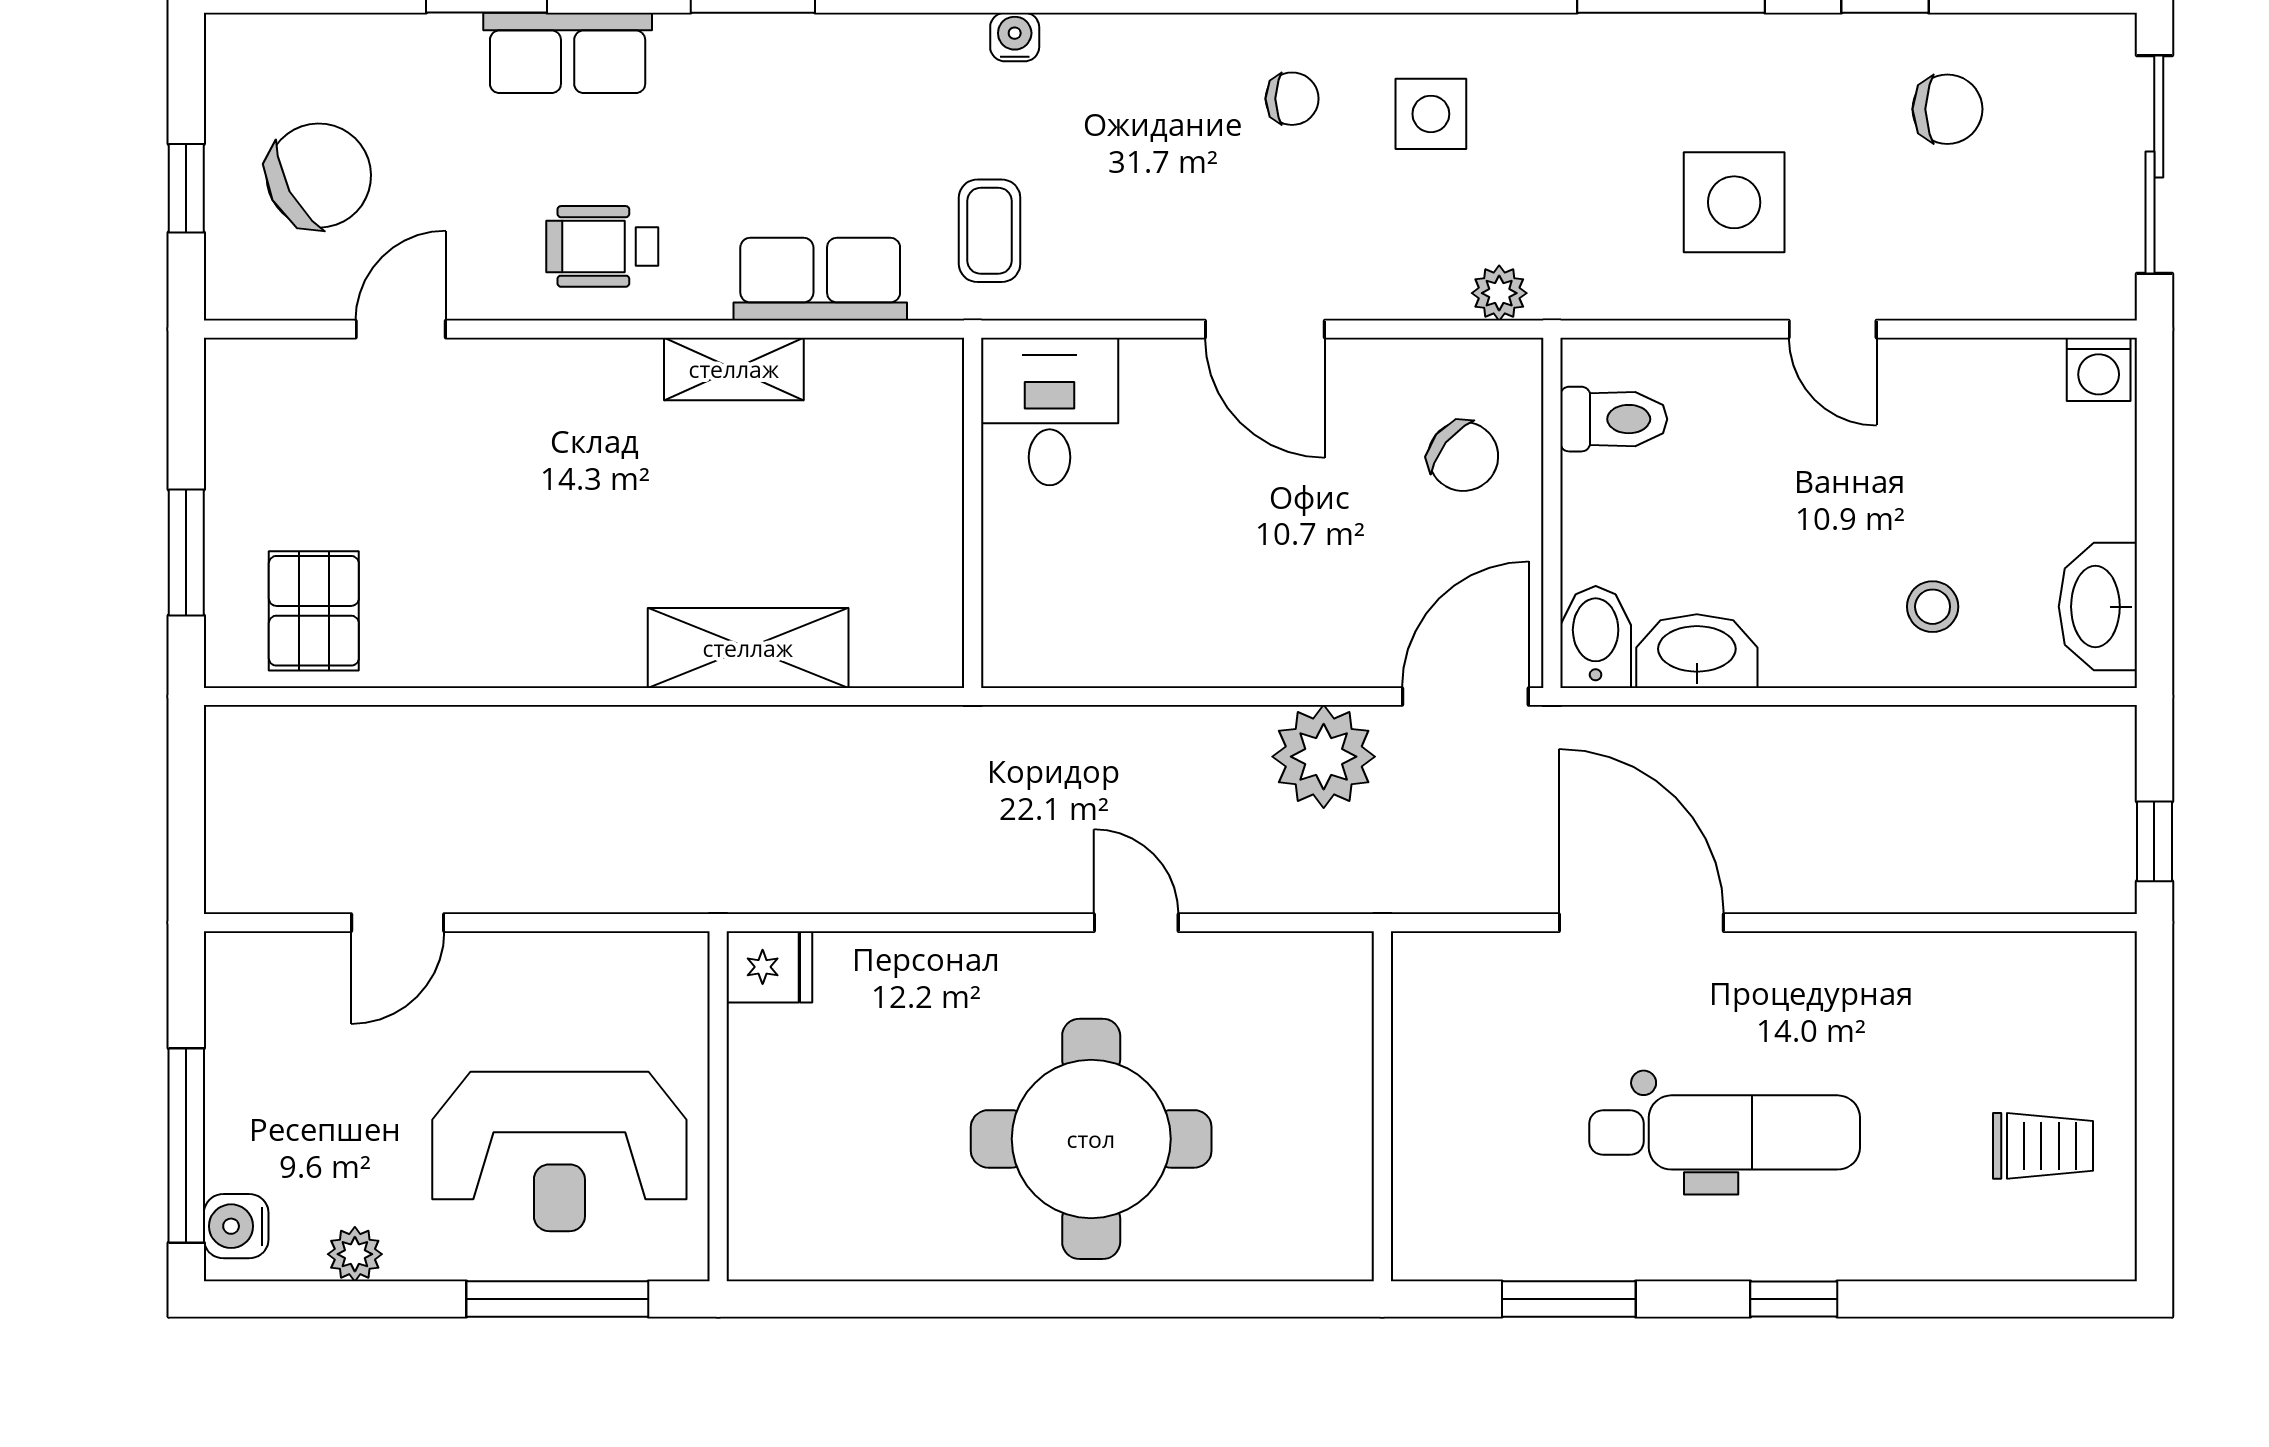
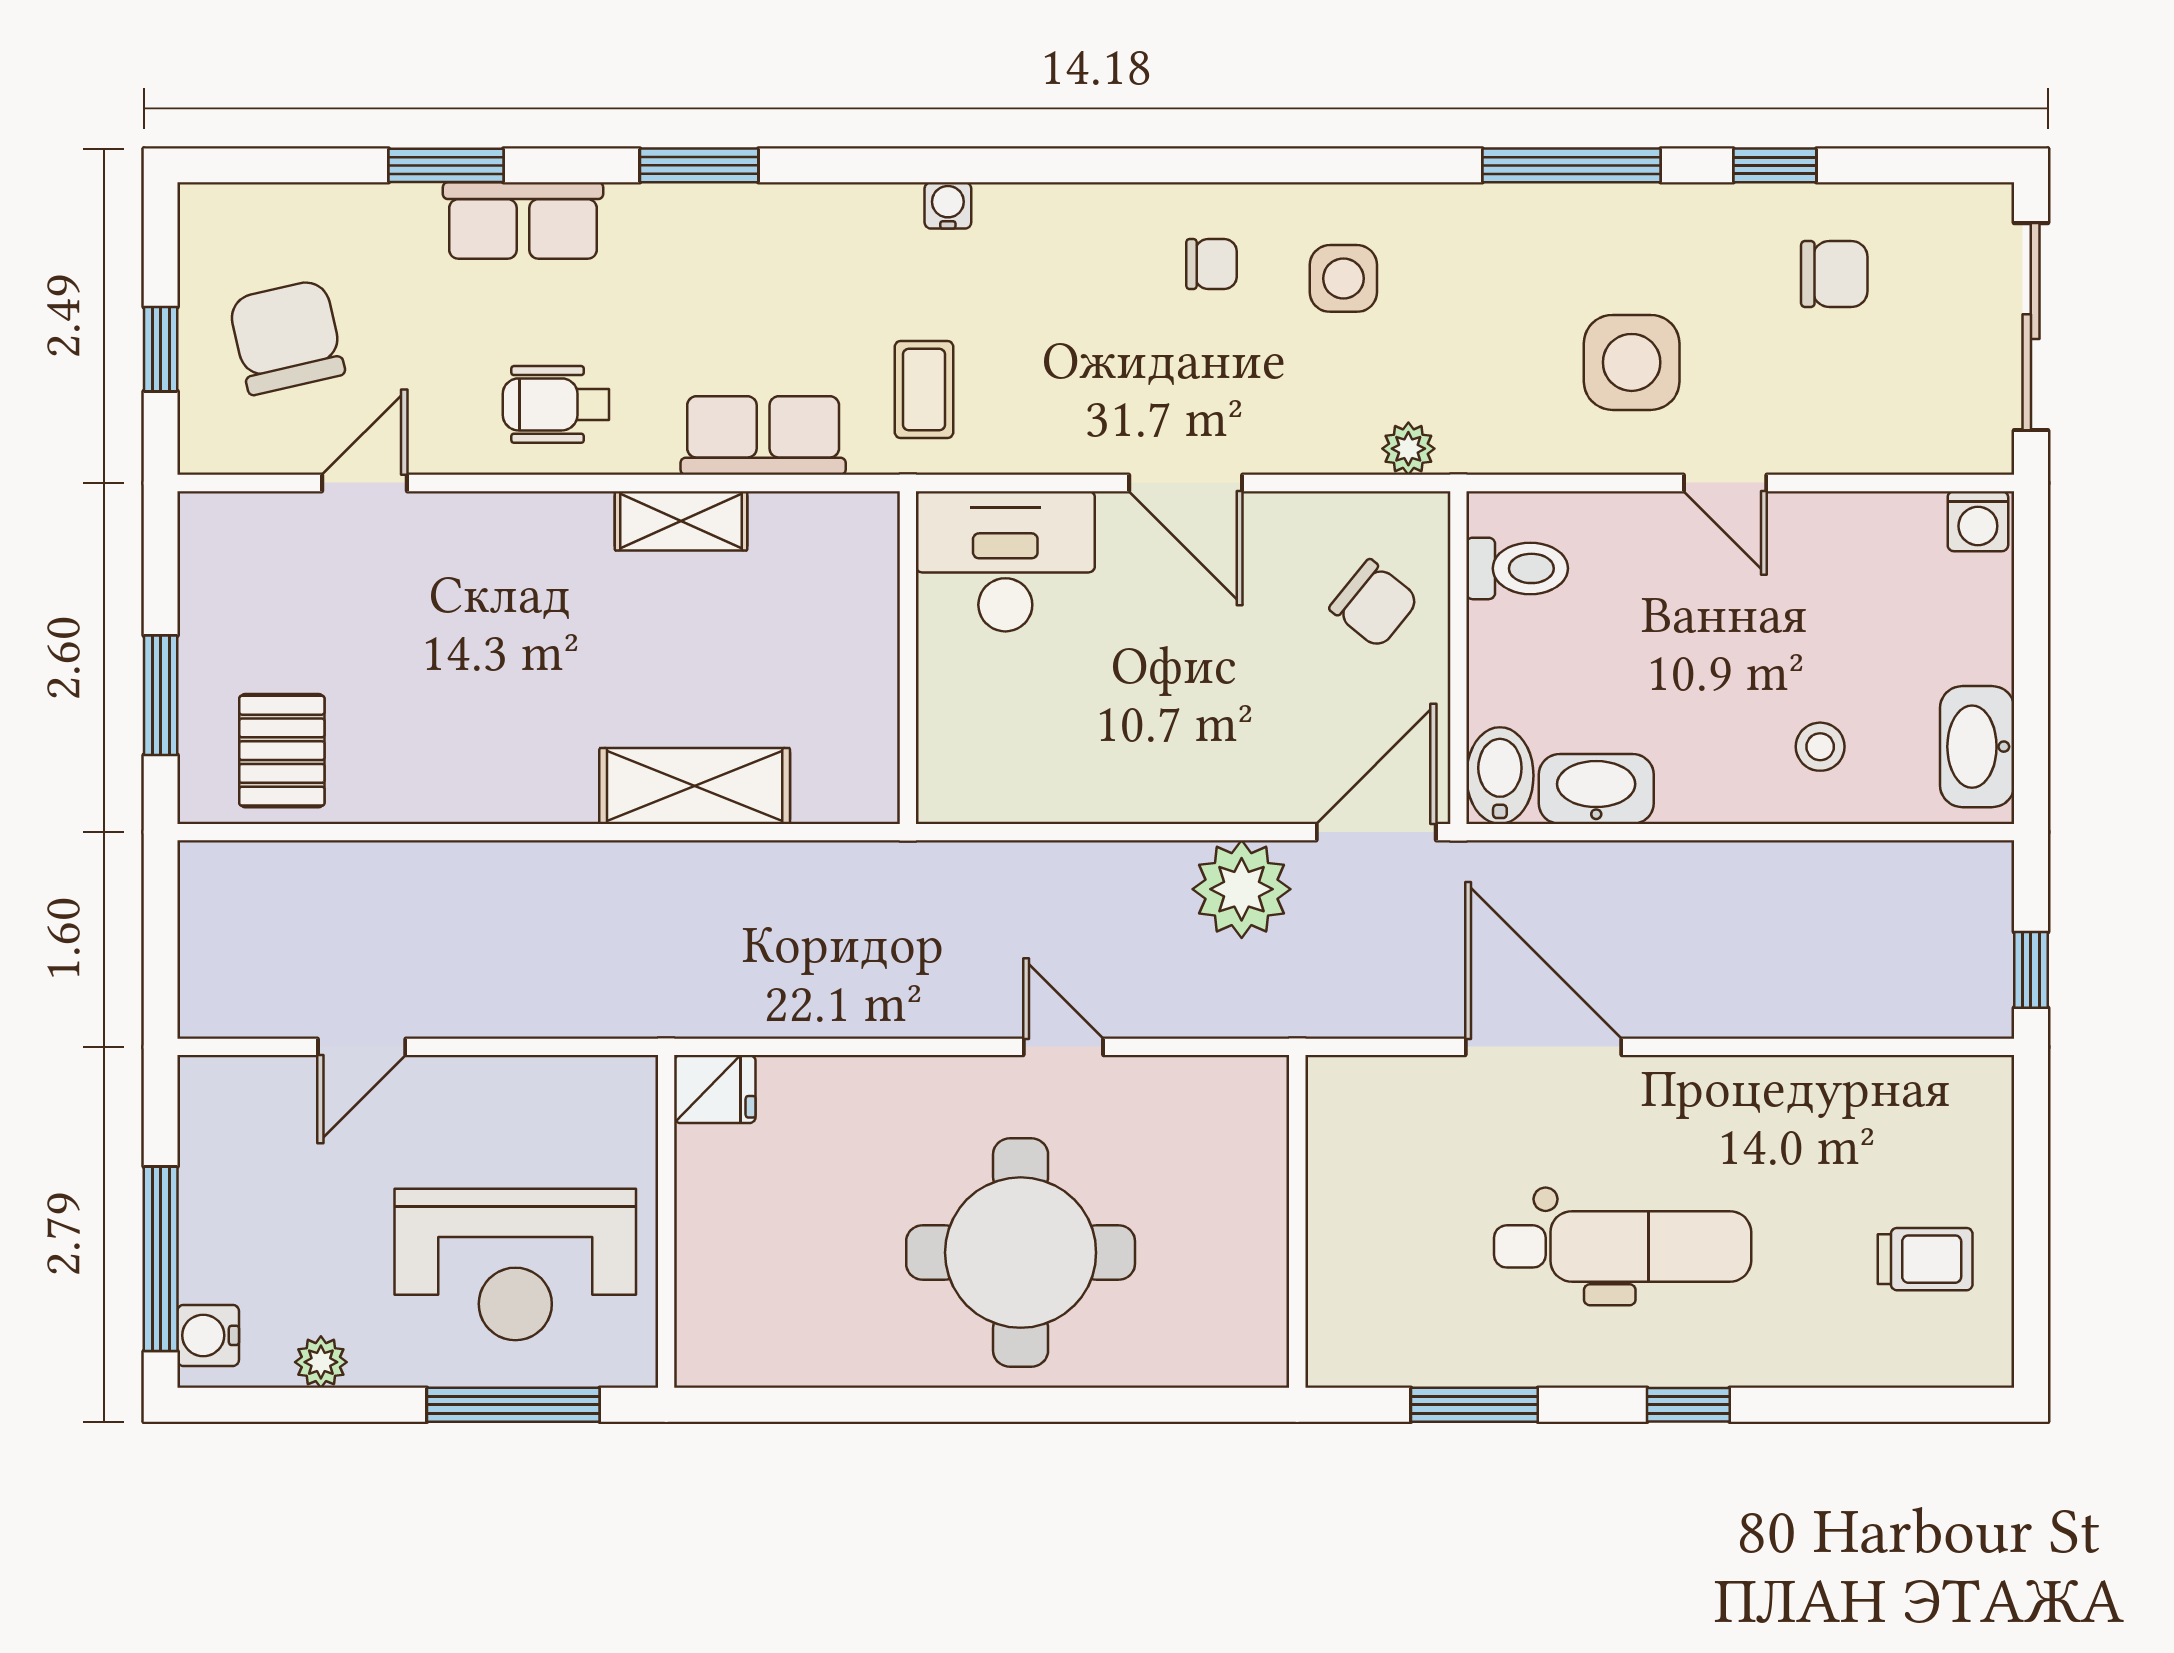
chair: (319, 176) -> (287, 337), turned -75
desk: (1050, 412) -> (1005, 561), width x1.37

